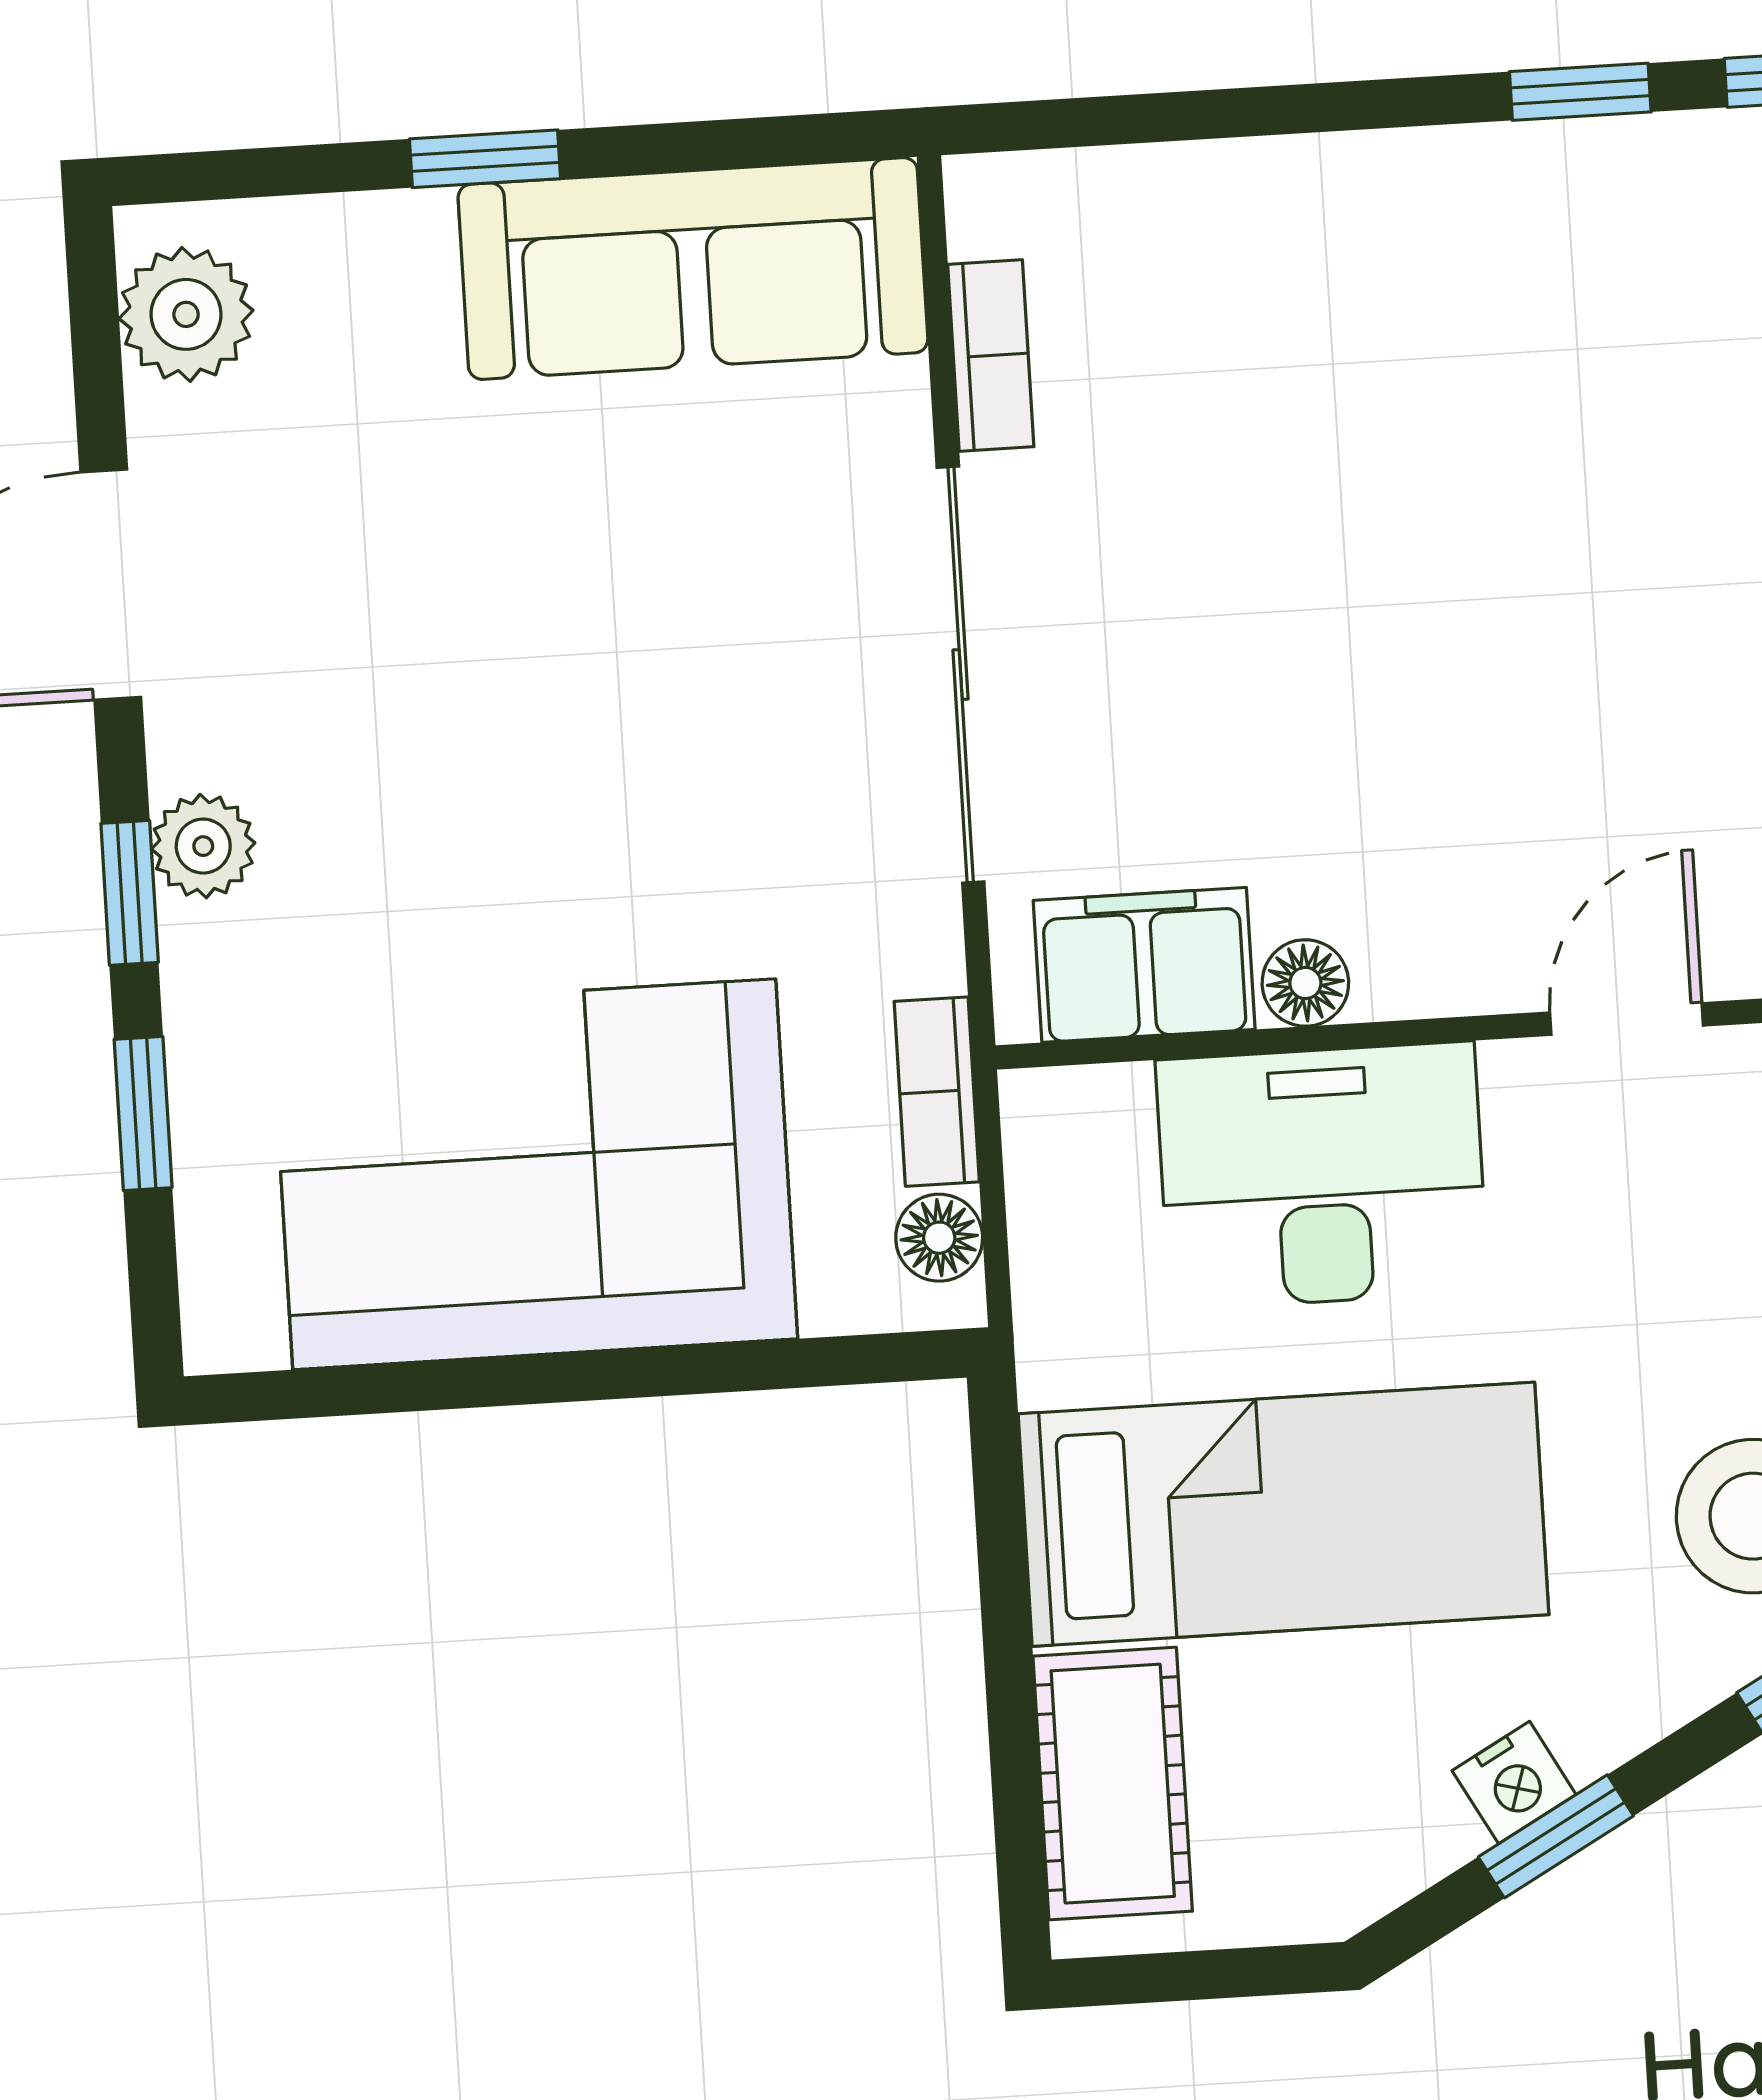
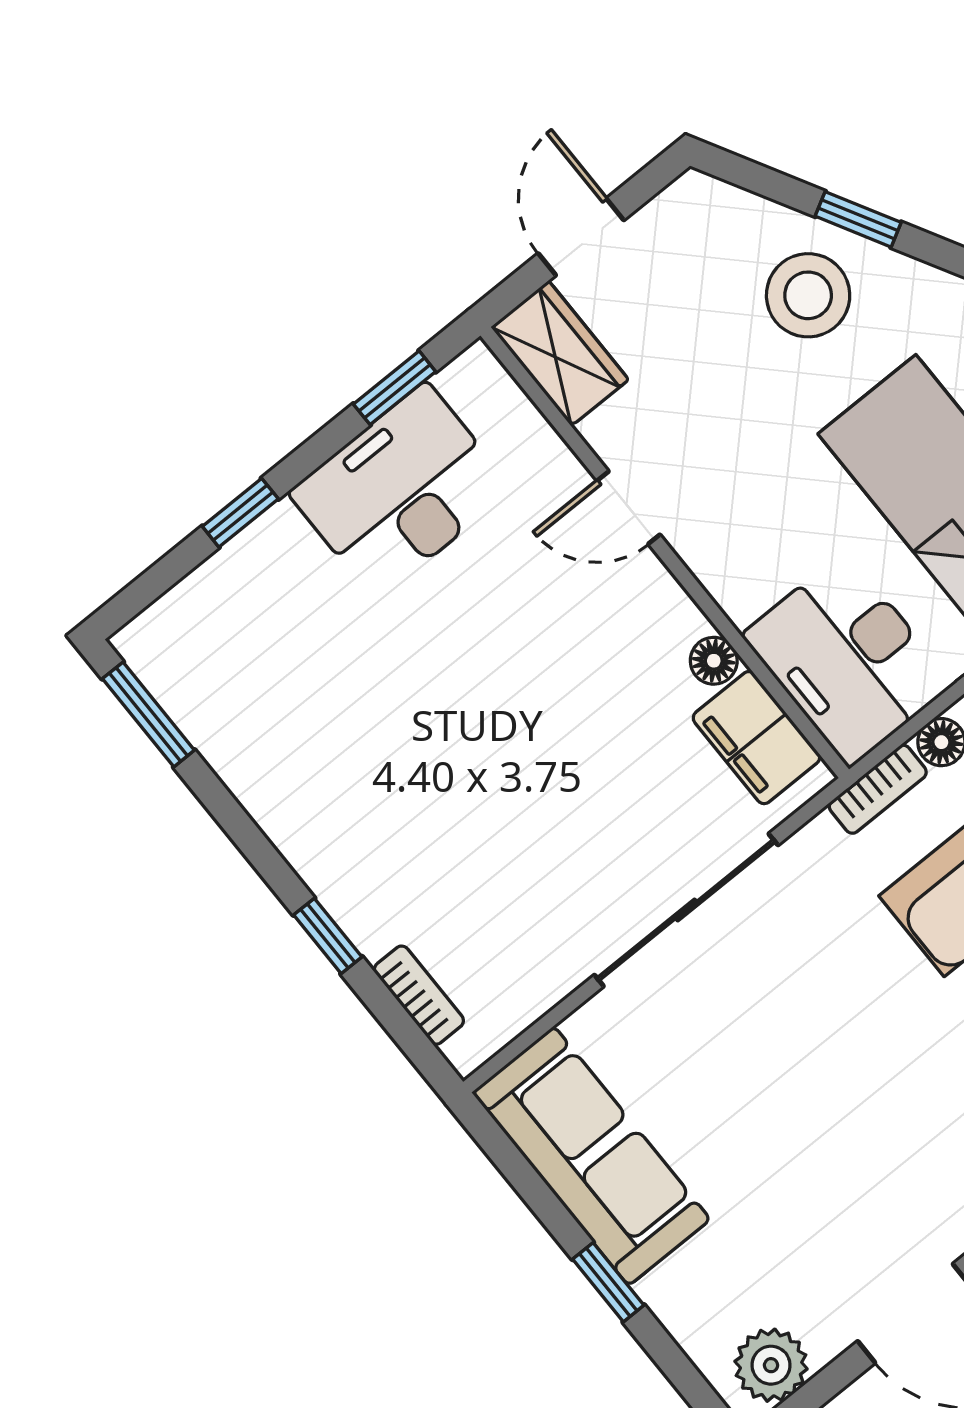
window: (1580, 92) -> (328, 936), moved
bookcase: (991, 356) -> (419, 995), moved, turned 90
desk: (1322, 1176) -> (847, 659), moved

